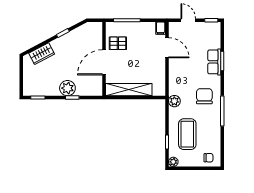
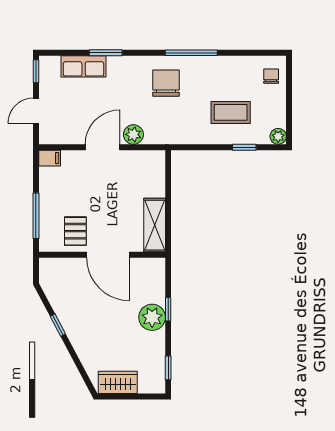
door: (167, 48) -> (103, 147), moved
wardrobe: (42, 54) -> (118, 382), moved, turned -62
row of seats: (214, 62) -> (84, 66), moved
shelving: (129, 90) -> (155, 225), width x0.68
chair: (204, 96) -> (166, 83), turned 90
plant: (174, 101) -> (133, 134), moved
coffee table: (187, 134) -> (231, 112), width x0.73, depth x0.76

